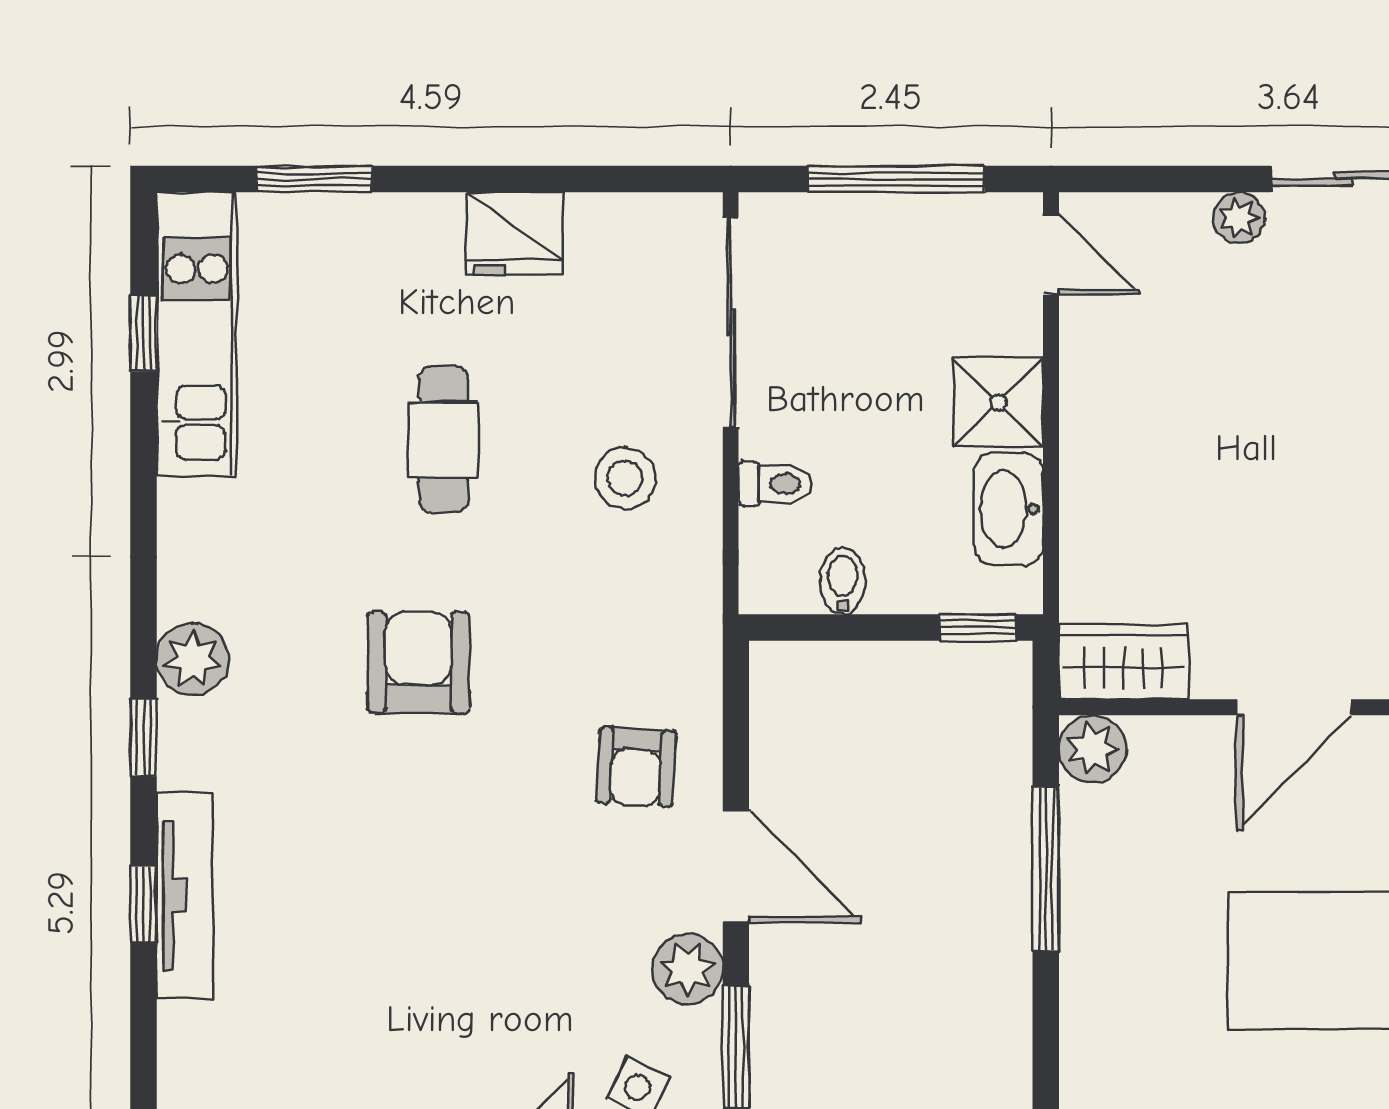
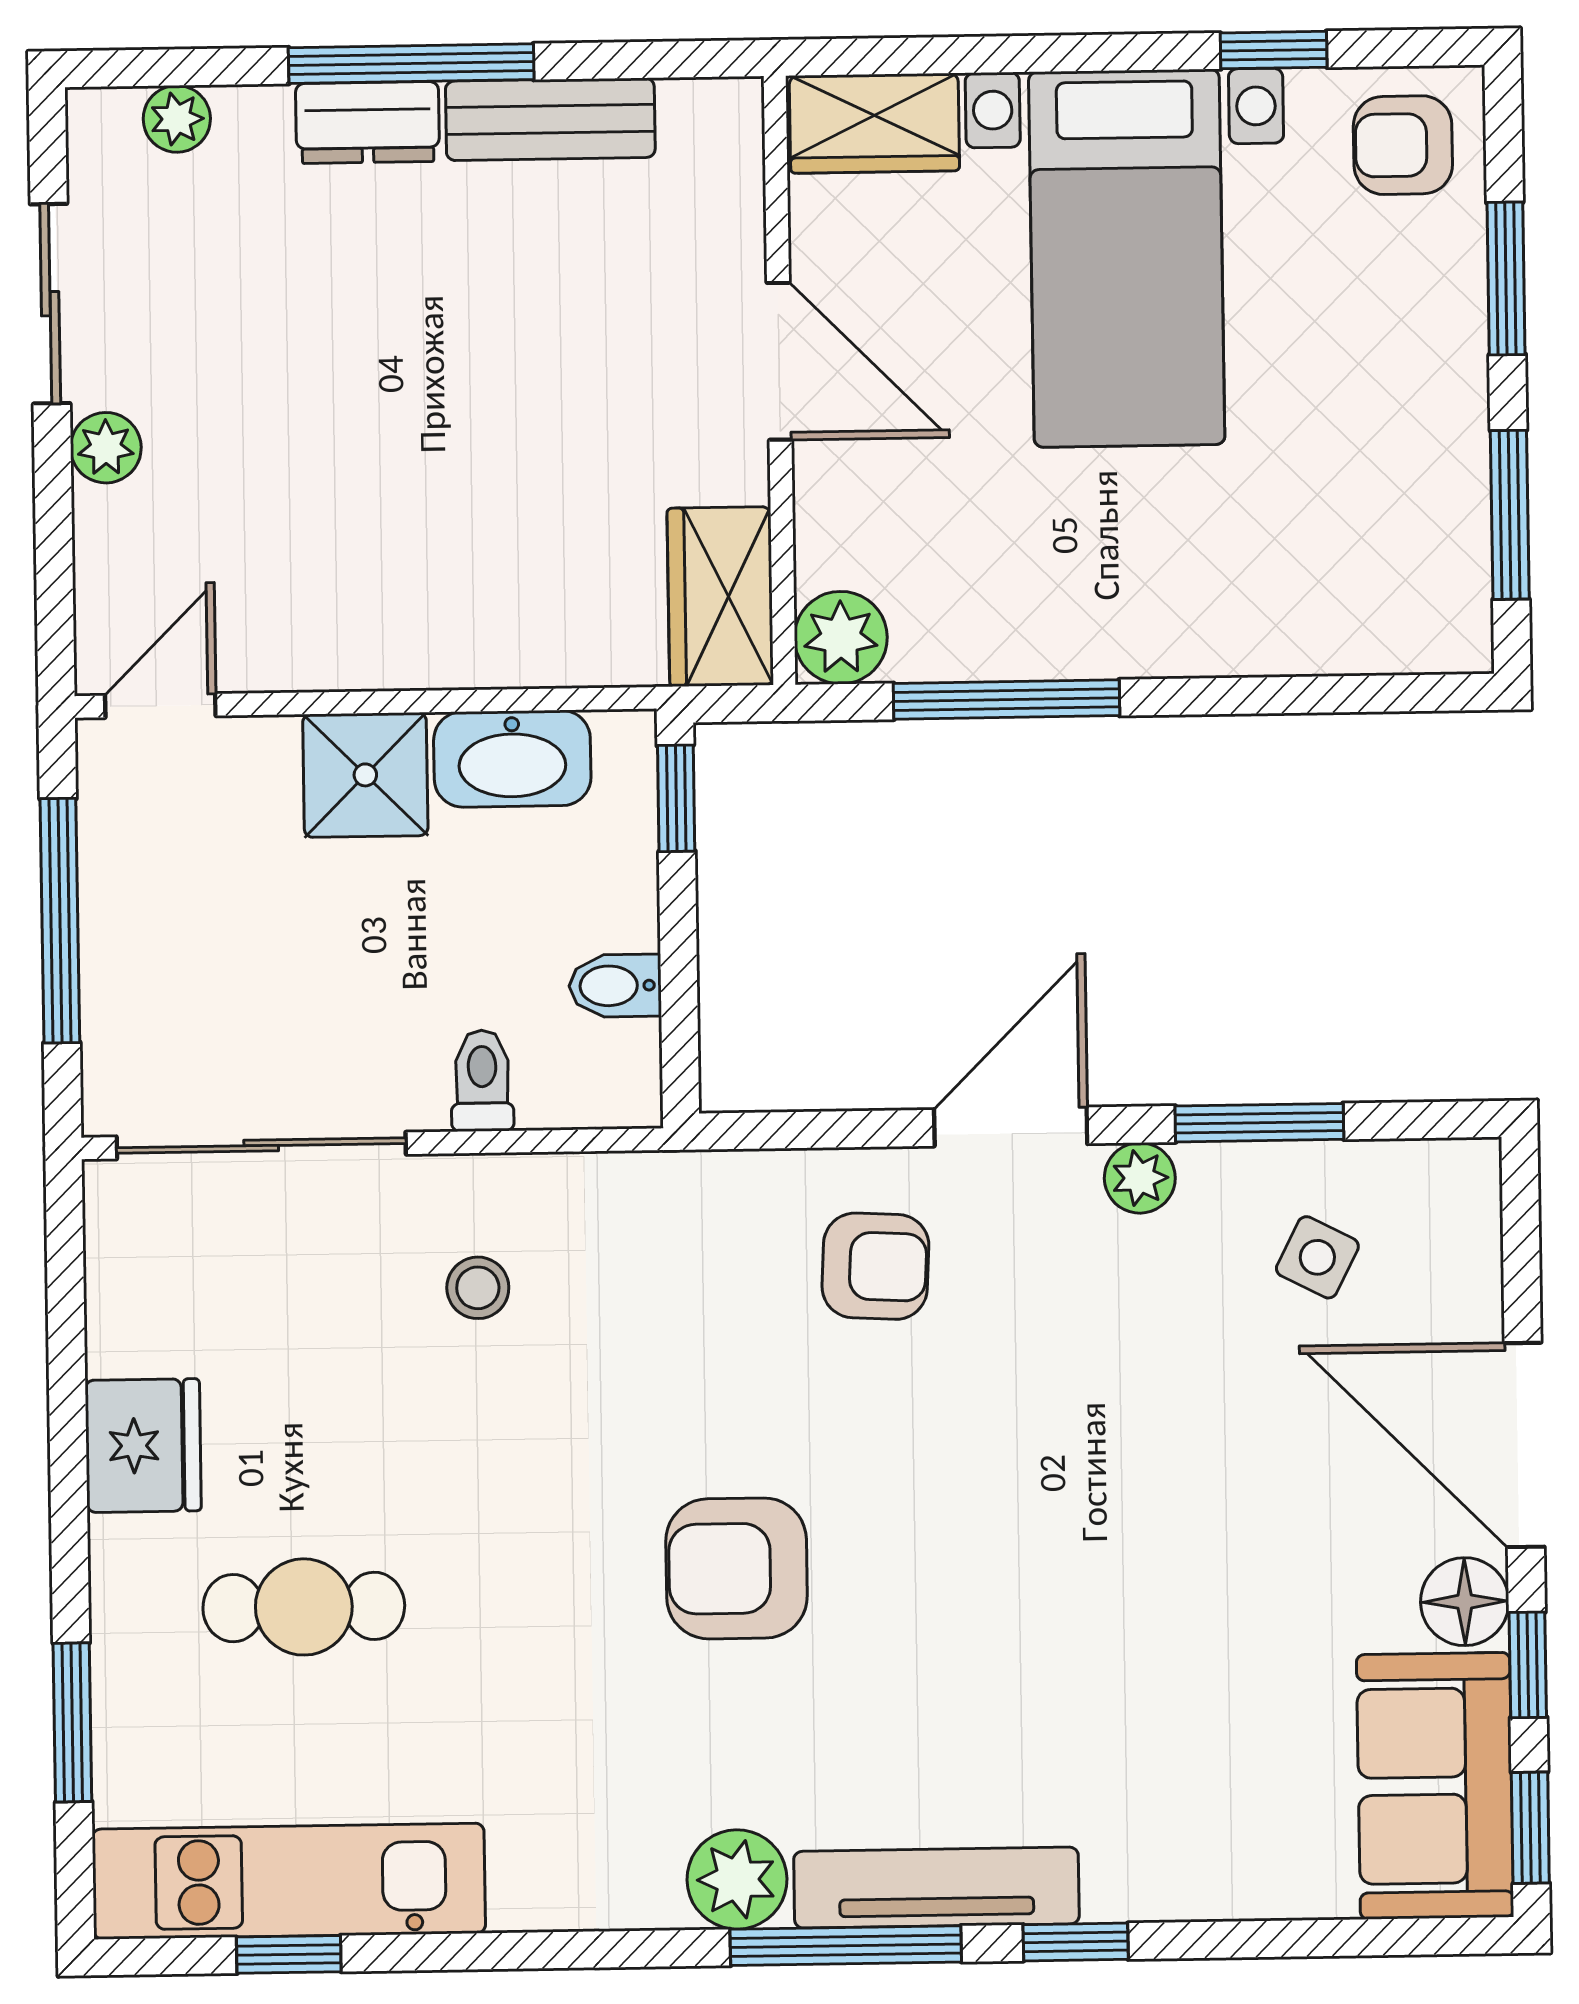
cafe table: (443, 440) -> (304, 1607), moved
stool: (625, 478) -> (478, 1288), width x0.73, depth x0.73
window: (144, 737) -> (846, 1946), width x2.17
tv unit: (185, 896) -> (936, 1888), moved
plant: (688, 969) -> (1140, 1178), width x0.73, depth x0.73

